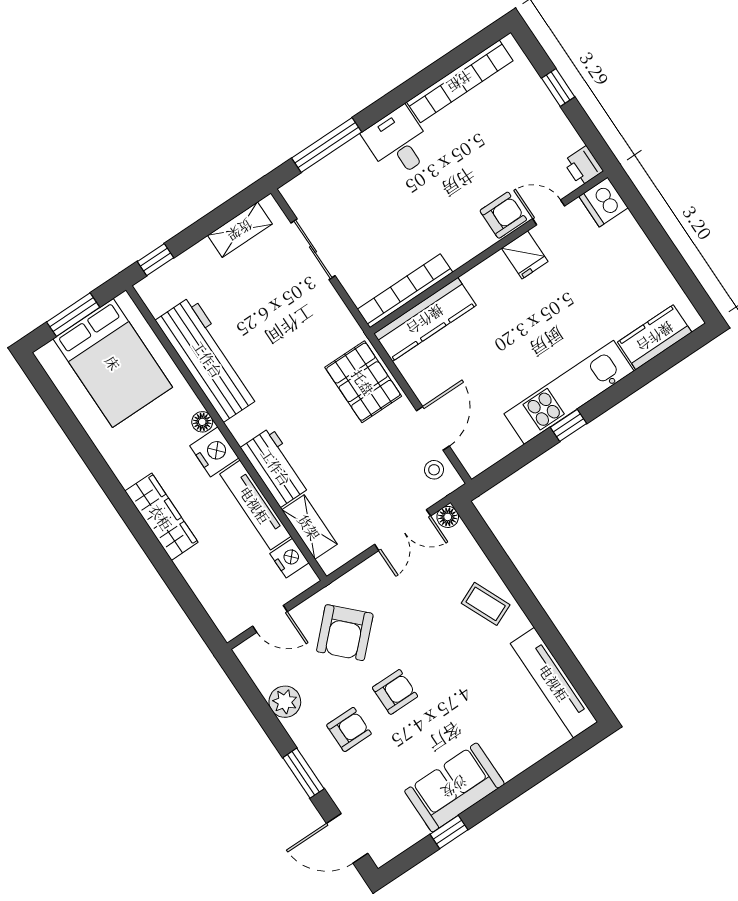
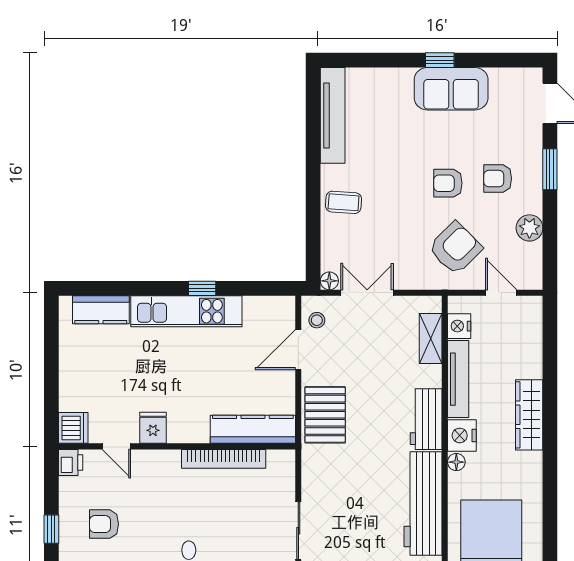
armchair: (503, 215) -> (104, 524), moved
bookcase: (405, 291) -> (224, 459), moved
workbench: (276, 467) -> (426, 419), moved
coffee table: (486, 604) -> (344, 202), turned -62
window: (449, 832) -> (440, 60), moved

